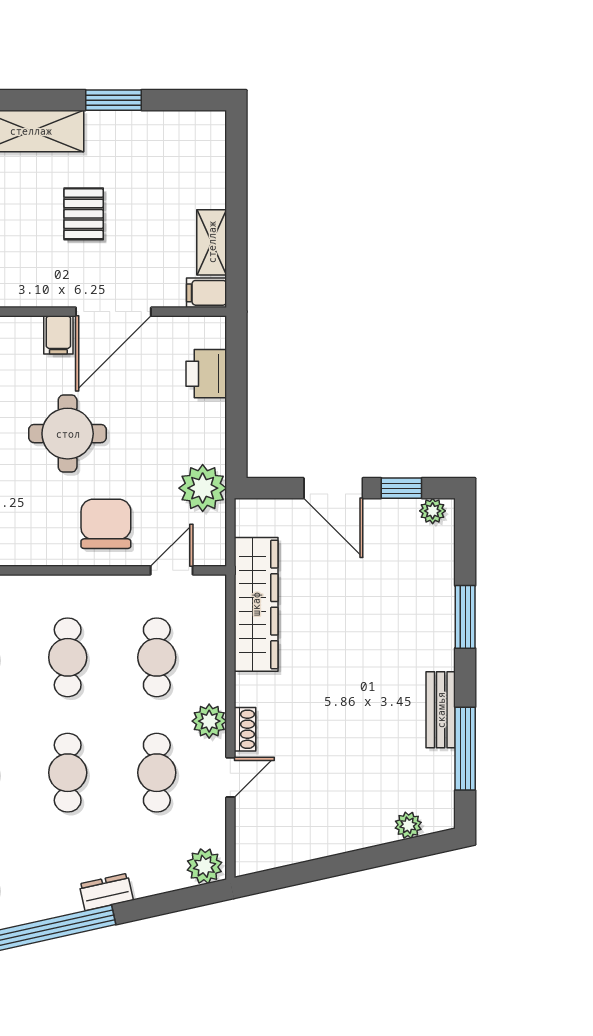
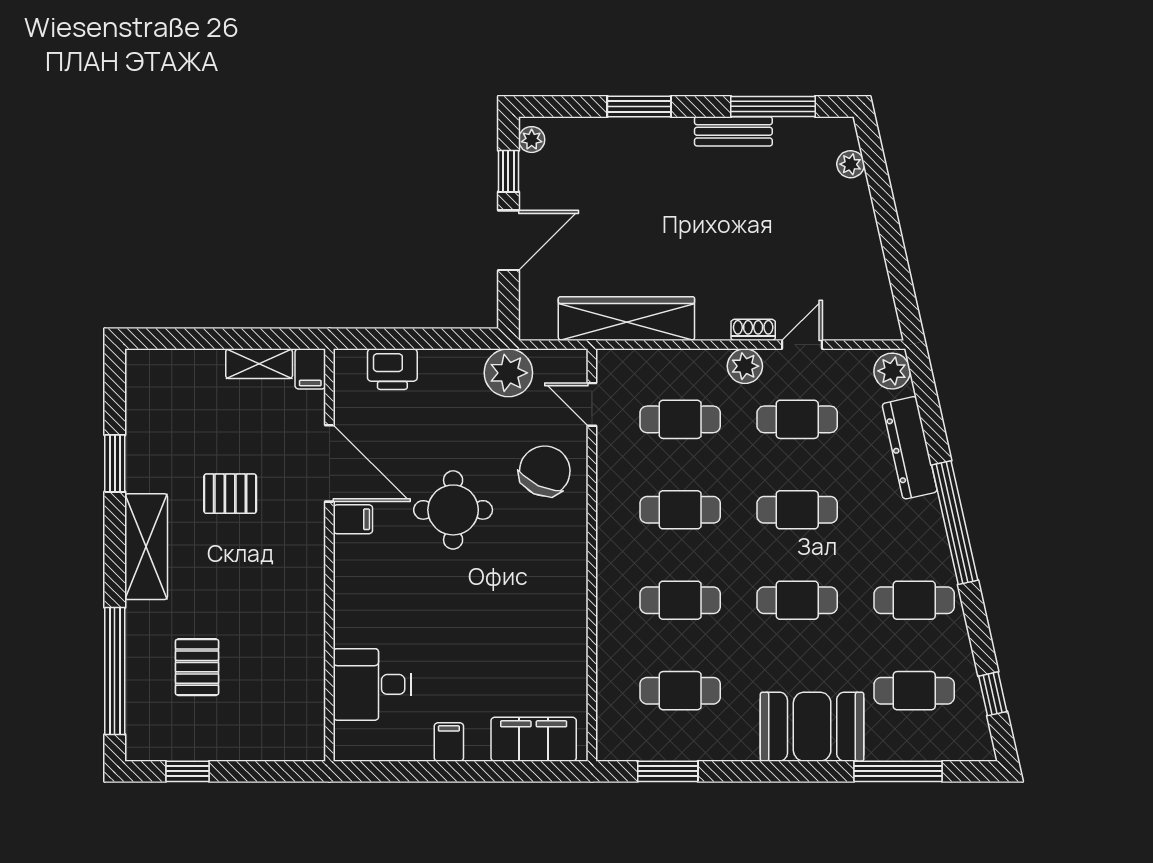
chair: (106, 524) -> (545, 471), turned 115
door: (230, 777) -> (802, 345), hinge flipped
dresser: (106, 892) -> (910, 448), width x1.96, depth x1.24

